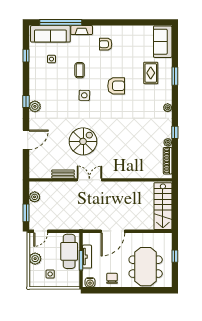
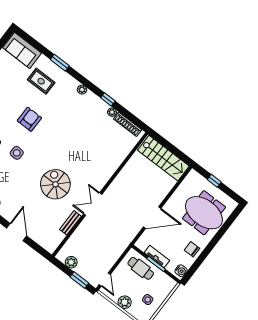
door: (113, 231) -> (152, 218), hinge flipped
cafe table: (69, 251) -> (141, 268), width x0.73, depth x0.74

